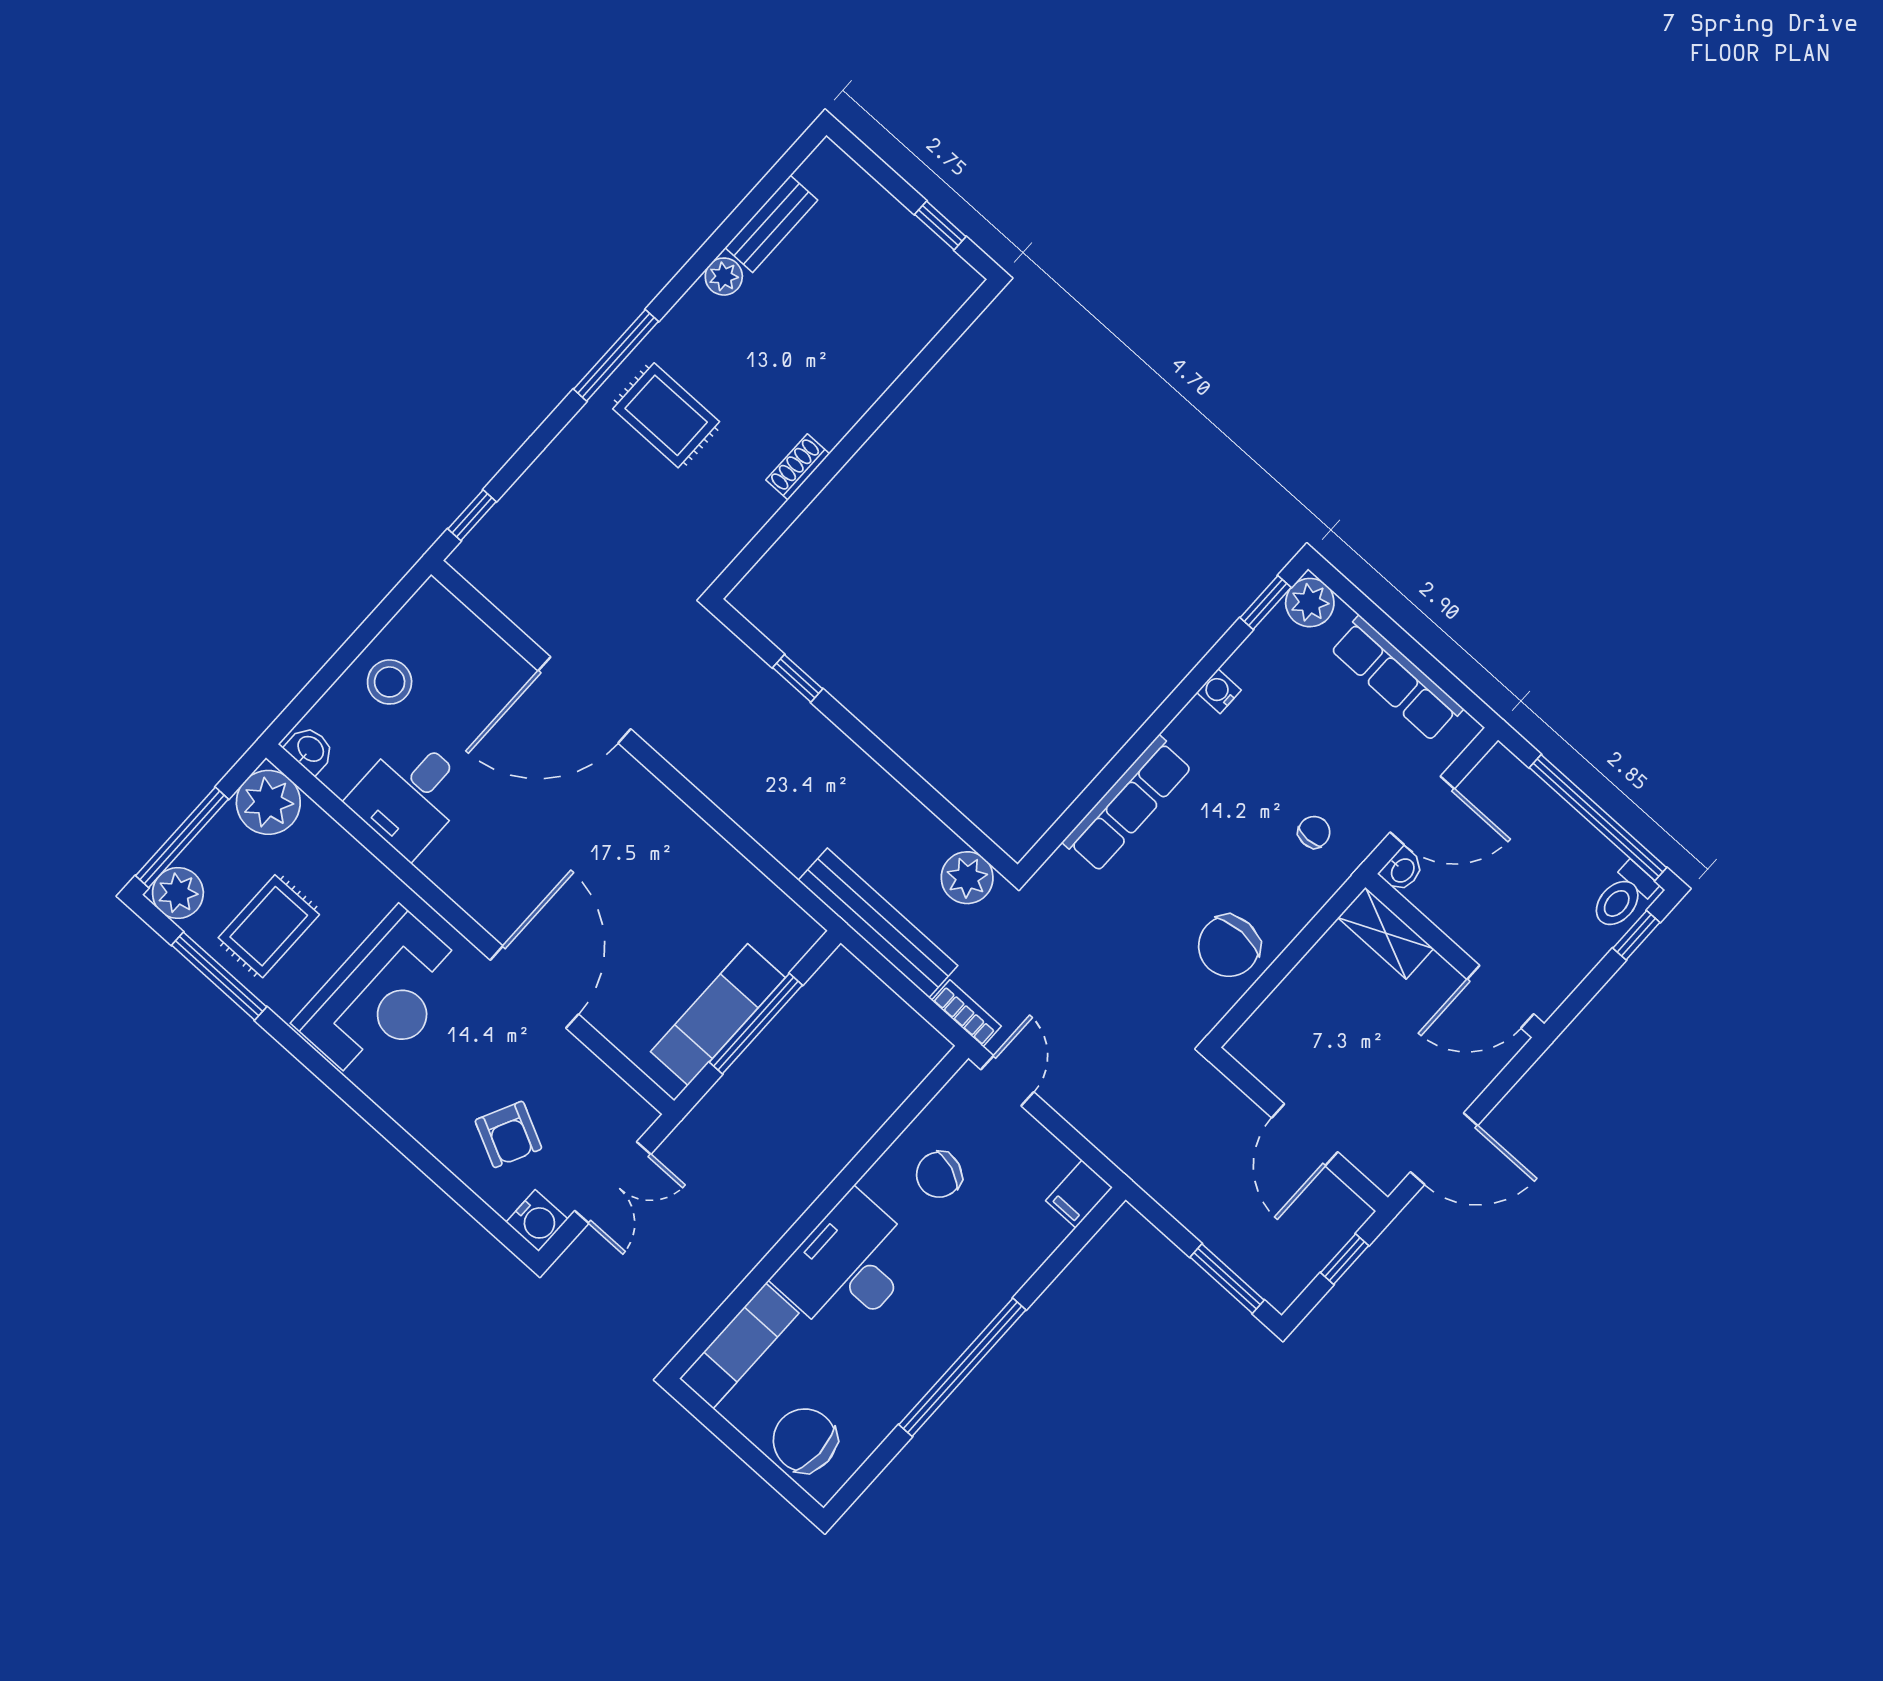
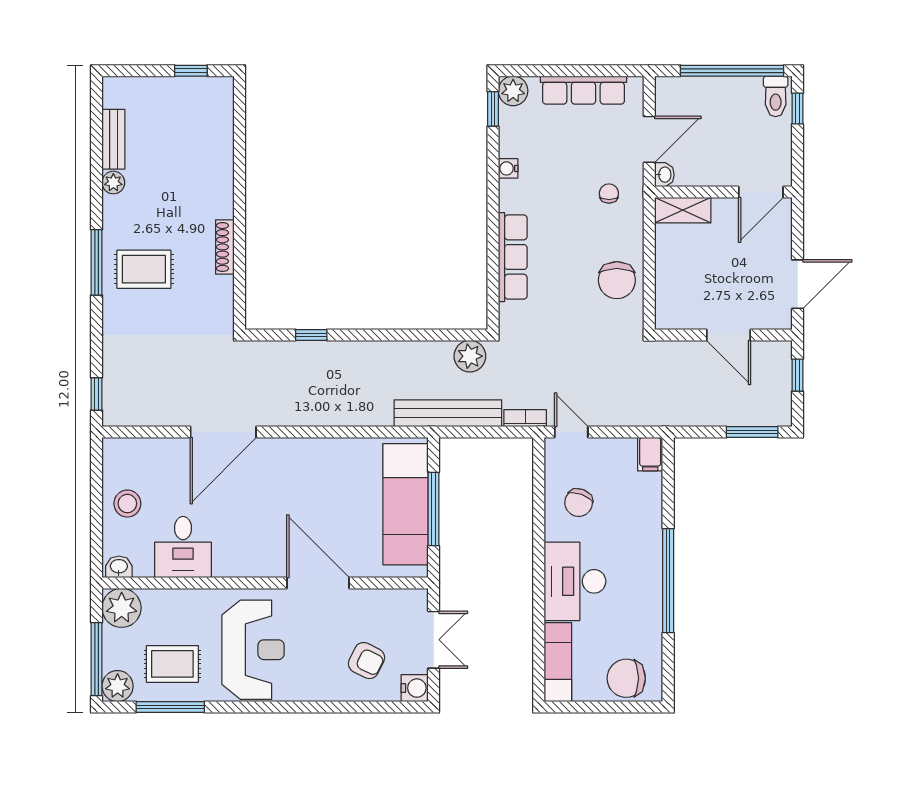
shoe rack: (798, 467) -> (225, 247), width x1.43
rug: (269, 926) -> (172, 664), turned 90
exam couch: (718, 1015) -> (406, 504), width x1.36, depth x1.45

